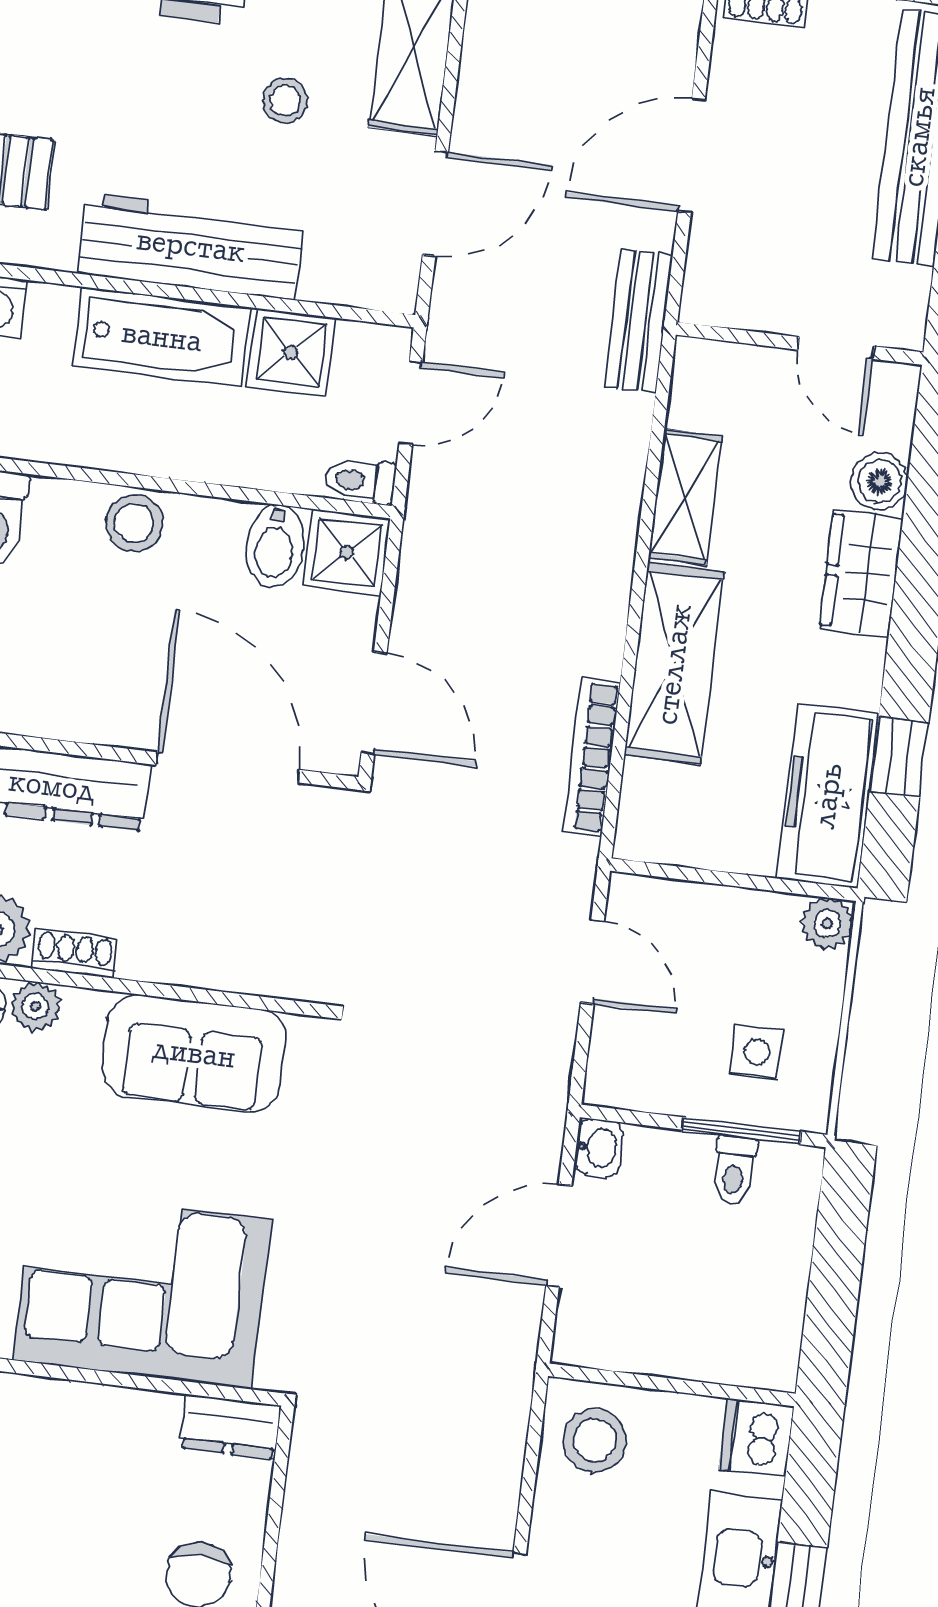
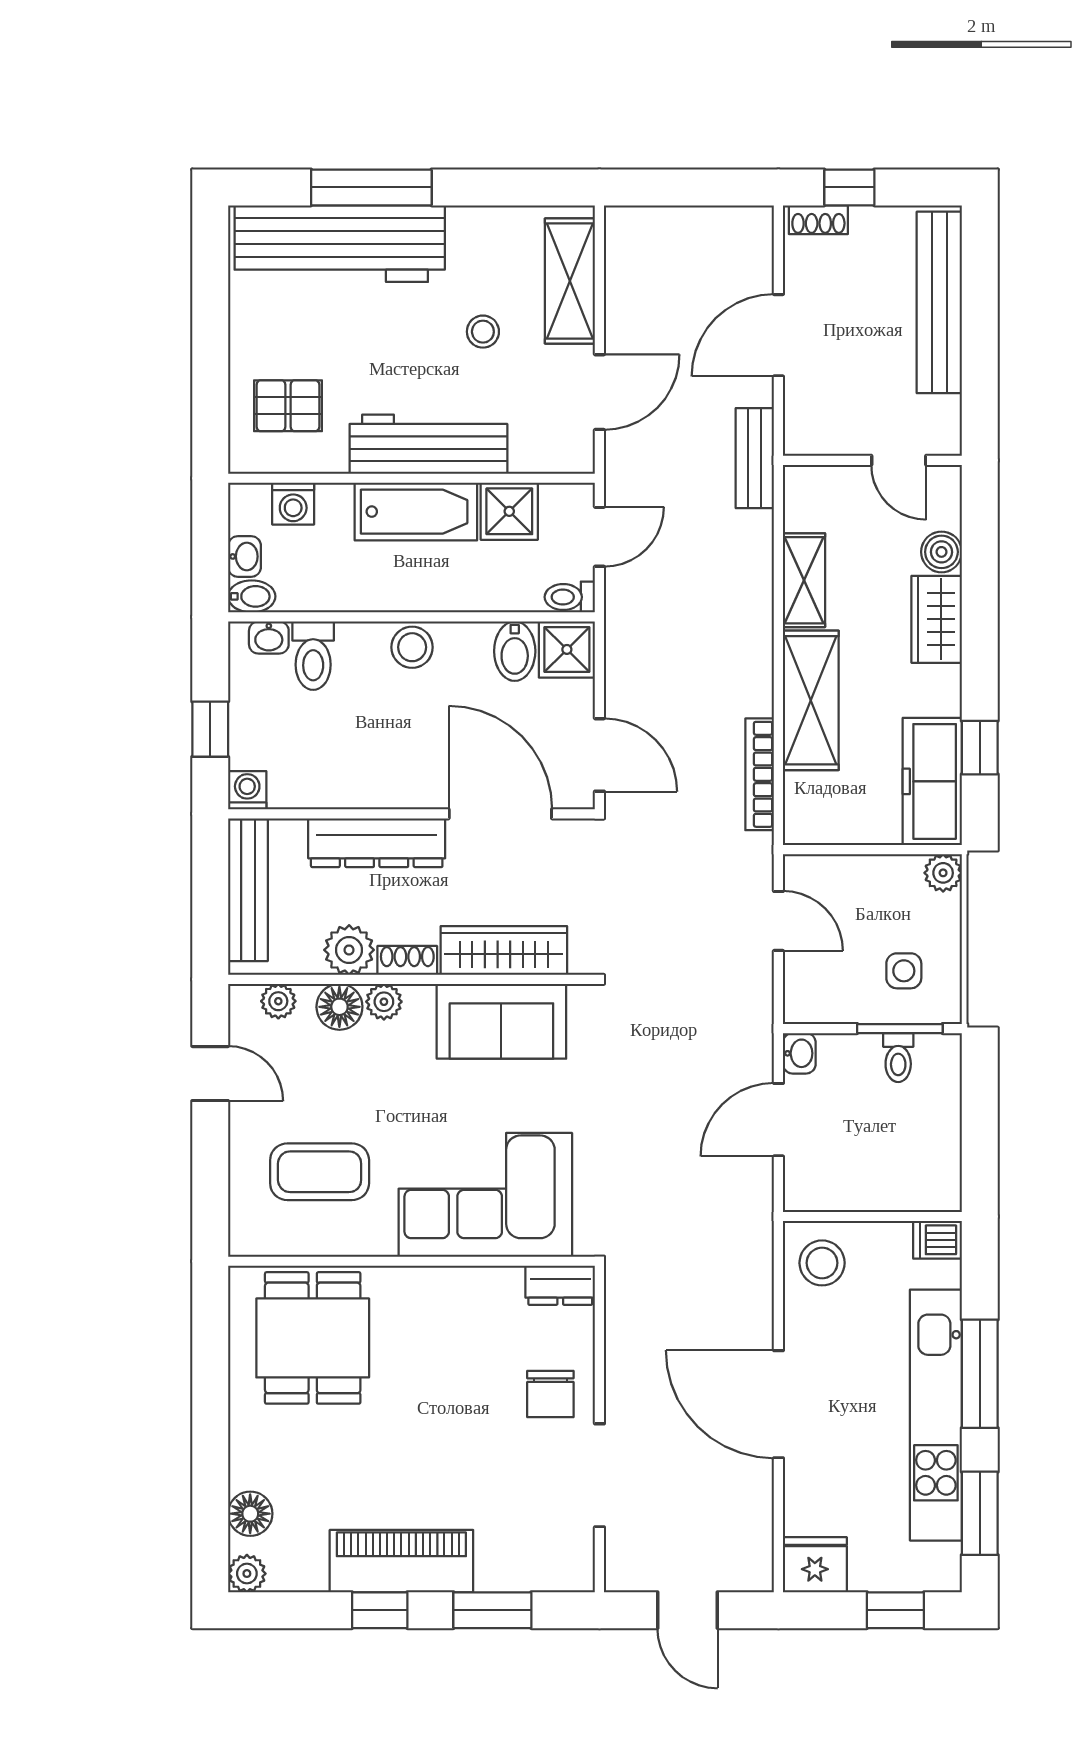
wardrobe: (209, 956) -> (504, 950), added
dishwasher: (756, 1438) -> (938, 1240), width x0.73

